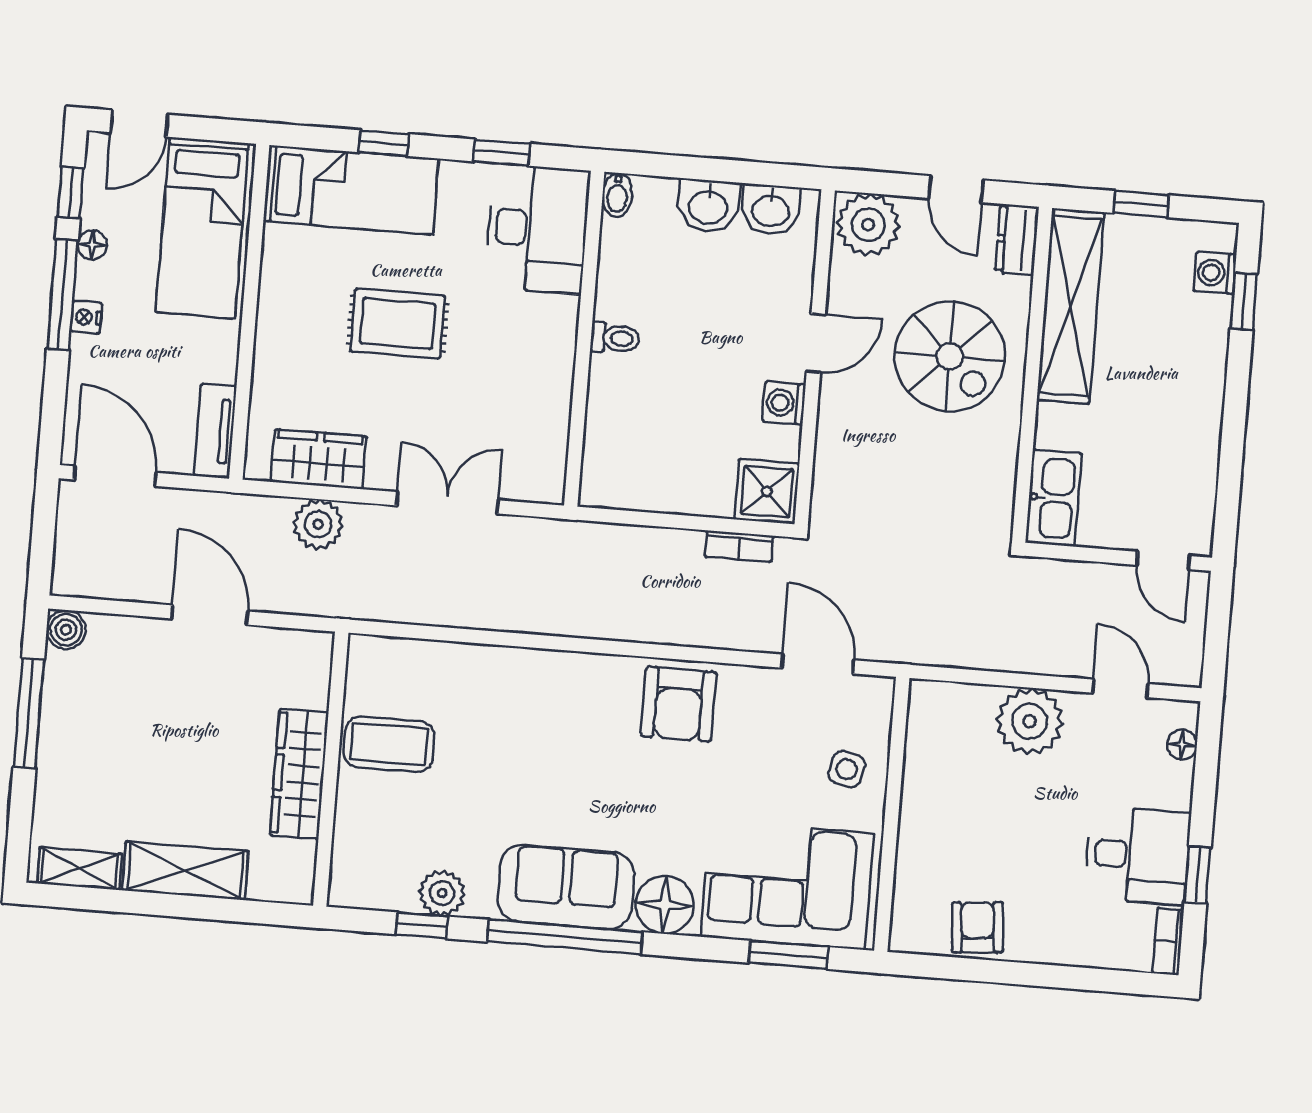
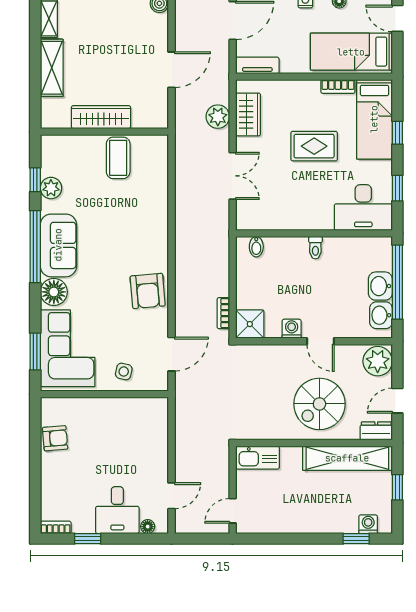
window: (703, 169) -> (397, 282), added
bidet: (617, 195) -> (256, 247), moved, turned -90
bookcase: (275, 262) -> (338, 87), added
rug: (398, 324) -> (314, 146), turned 90
armchair: (679, 704) -> (148, 291), turned -95
plant: (1030, 721) -> (153, 455), removed
desk: (1138, 856) -> (117, 510), moved

